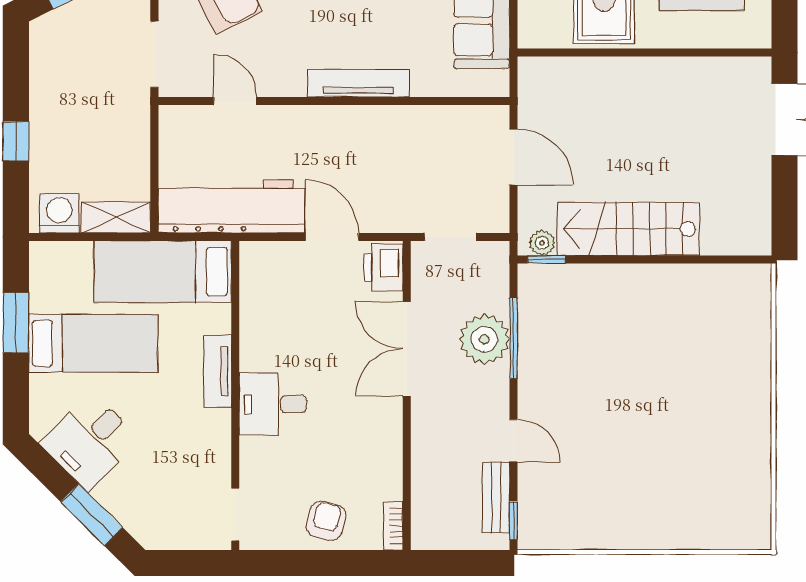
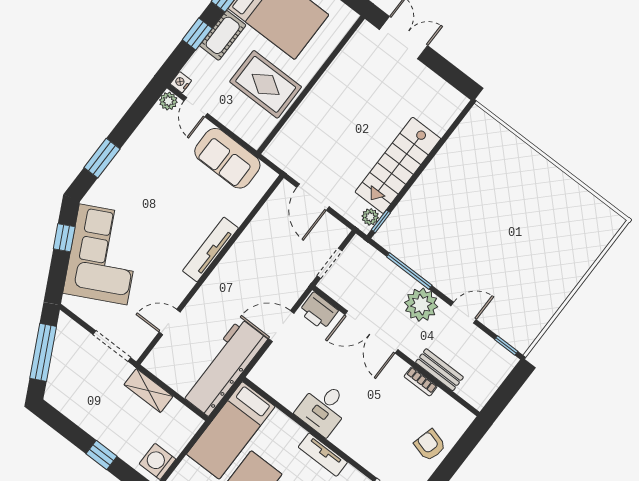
door: (513, 157) -> (313, 197), swing flipped
shelving: (116, 217) -> (148, 391), moved, turned 90
plant: (484, 339) -> (421, 305), moved
tv unit: (218, 372) -> (323, 455), moved
desk: (273, 404) -> (323, 408), moved
bench: (496, 498) -> (439, 370), moved
bookcase: (393, 526) -> (421, 381), moved

